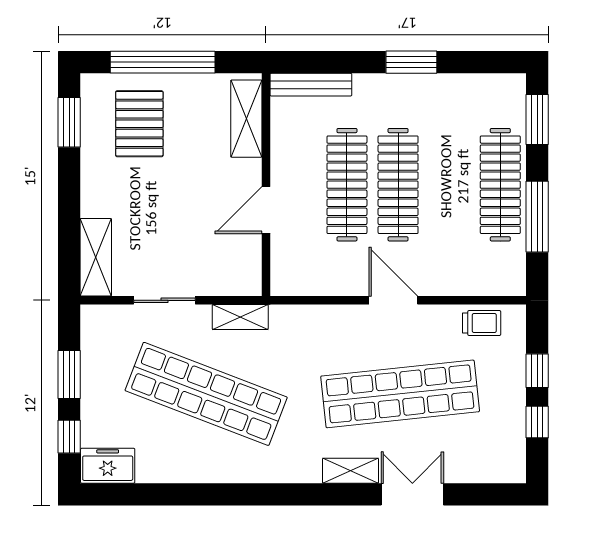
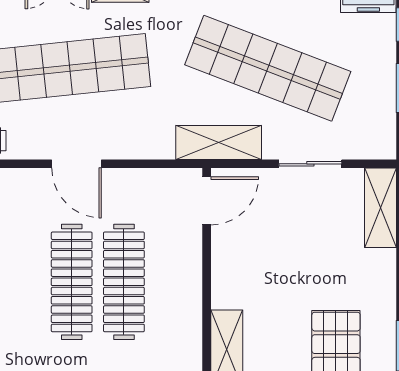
door: (266, 210) -> (207, 201), moved
shelving: (240, 317) -> (219, 142), width x1.50, depth x1.33

